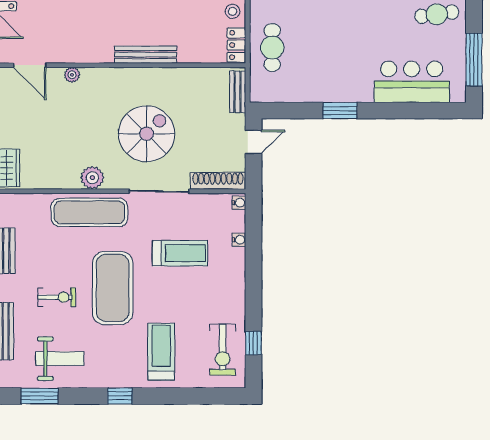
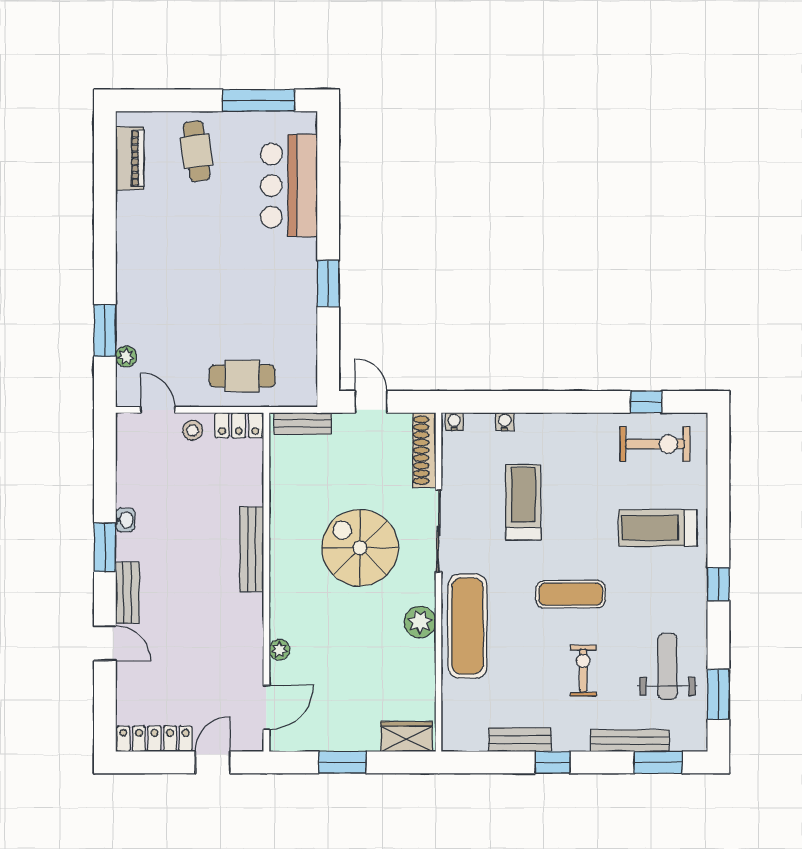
exercise mat: (113, 288) -> (571, 594), width x0.50, depth x0.69

